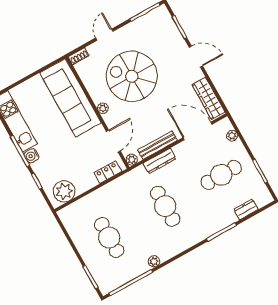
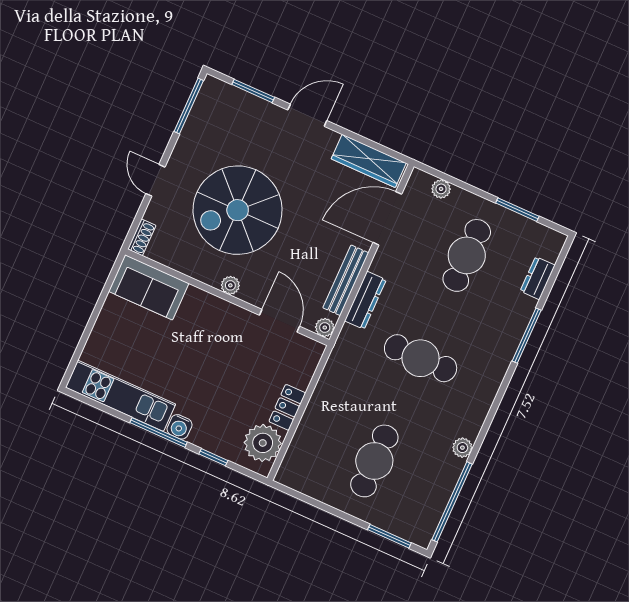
sofa: (70, 98) -> (149, 287), width x0.54, depth x0.79
locker: (108, 172) -> (287, 407), moved
cafe table: (109, 238) -> (374, 461), turned 90

